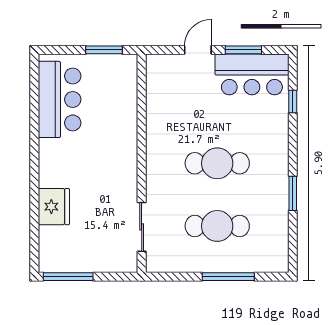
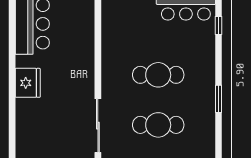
fridge: (54, 207) -> (28, 83), moved
sliding door: (142, 227) -> (98, 126), width x1.37

